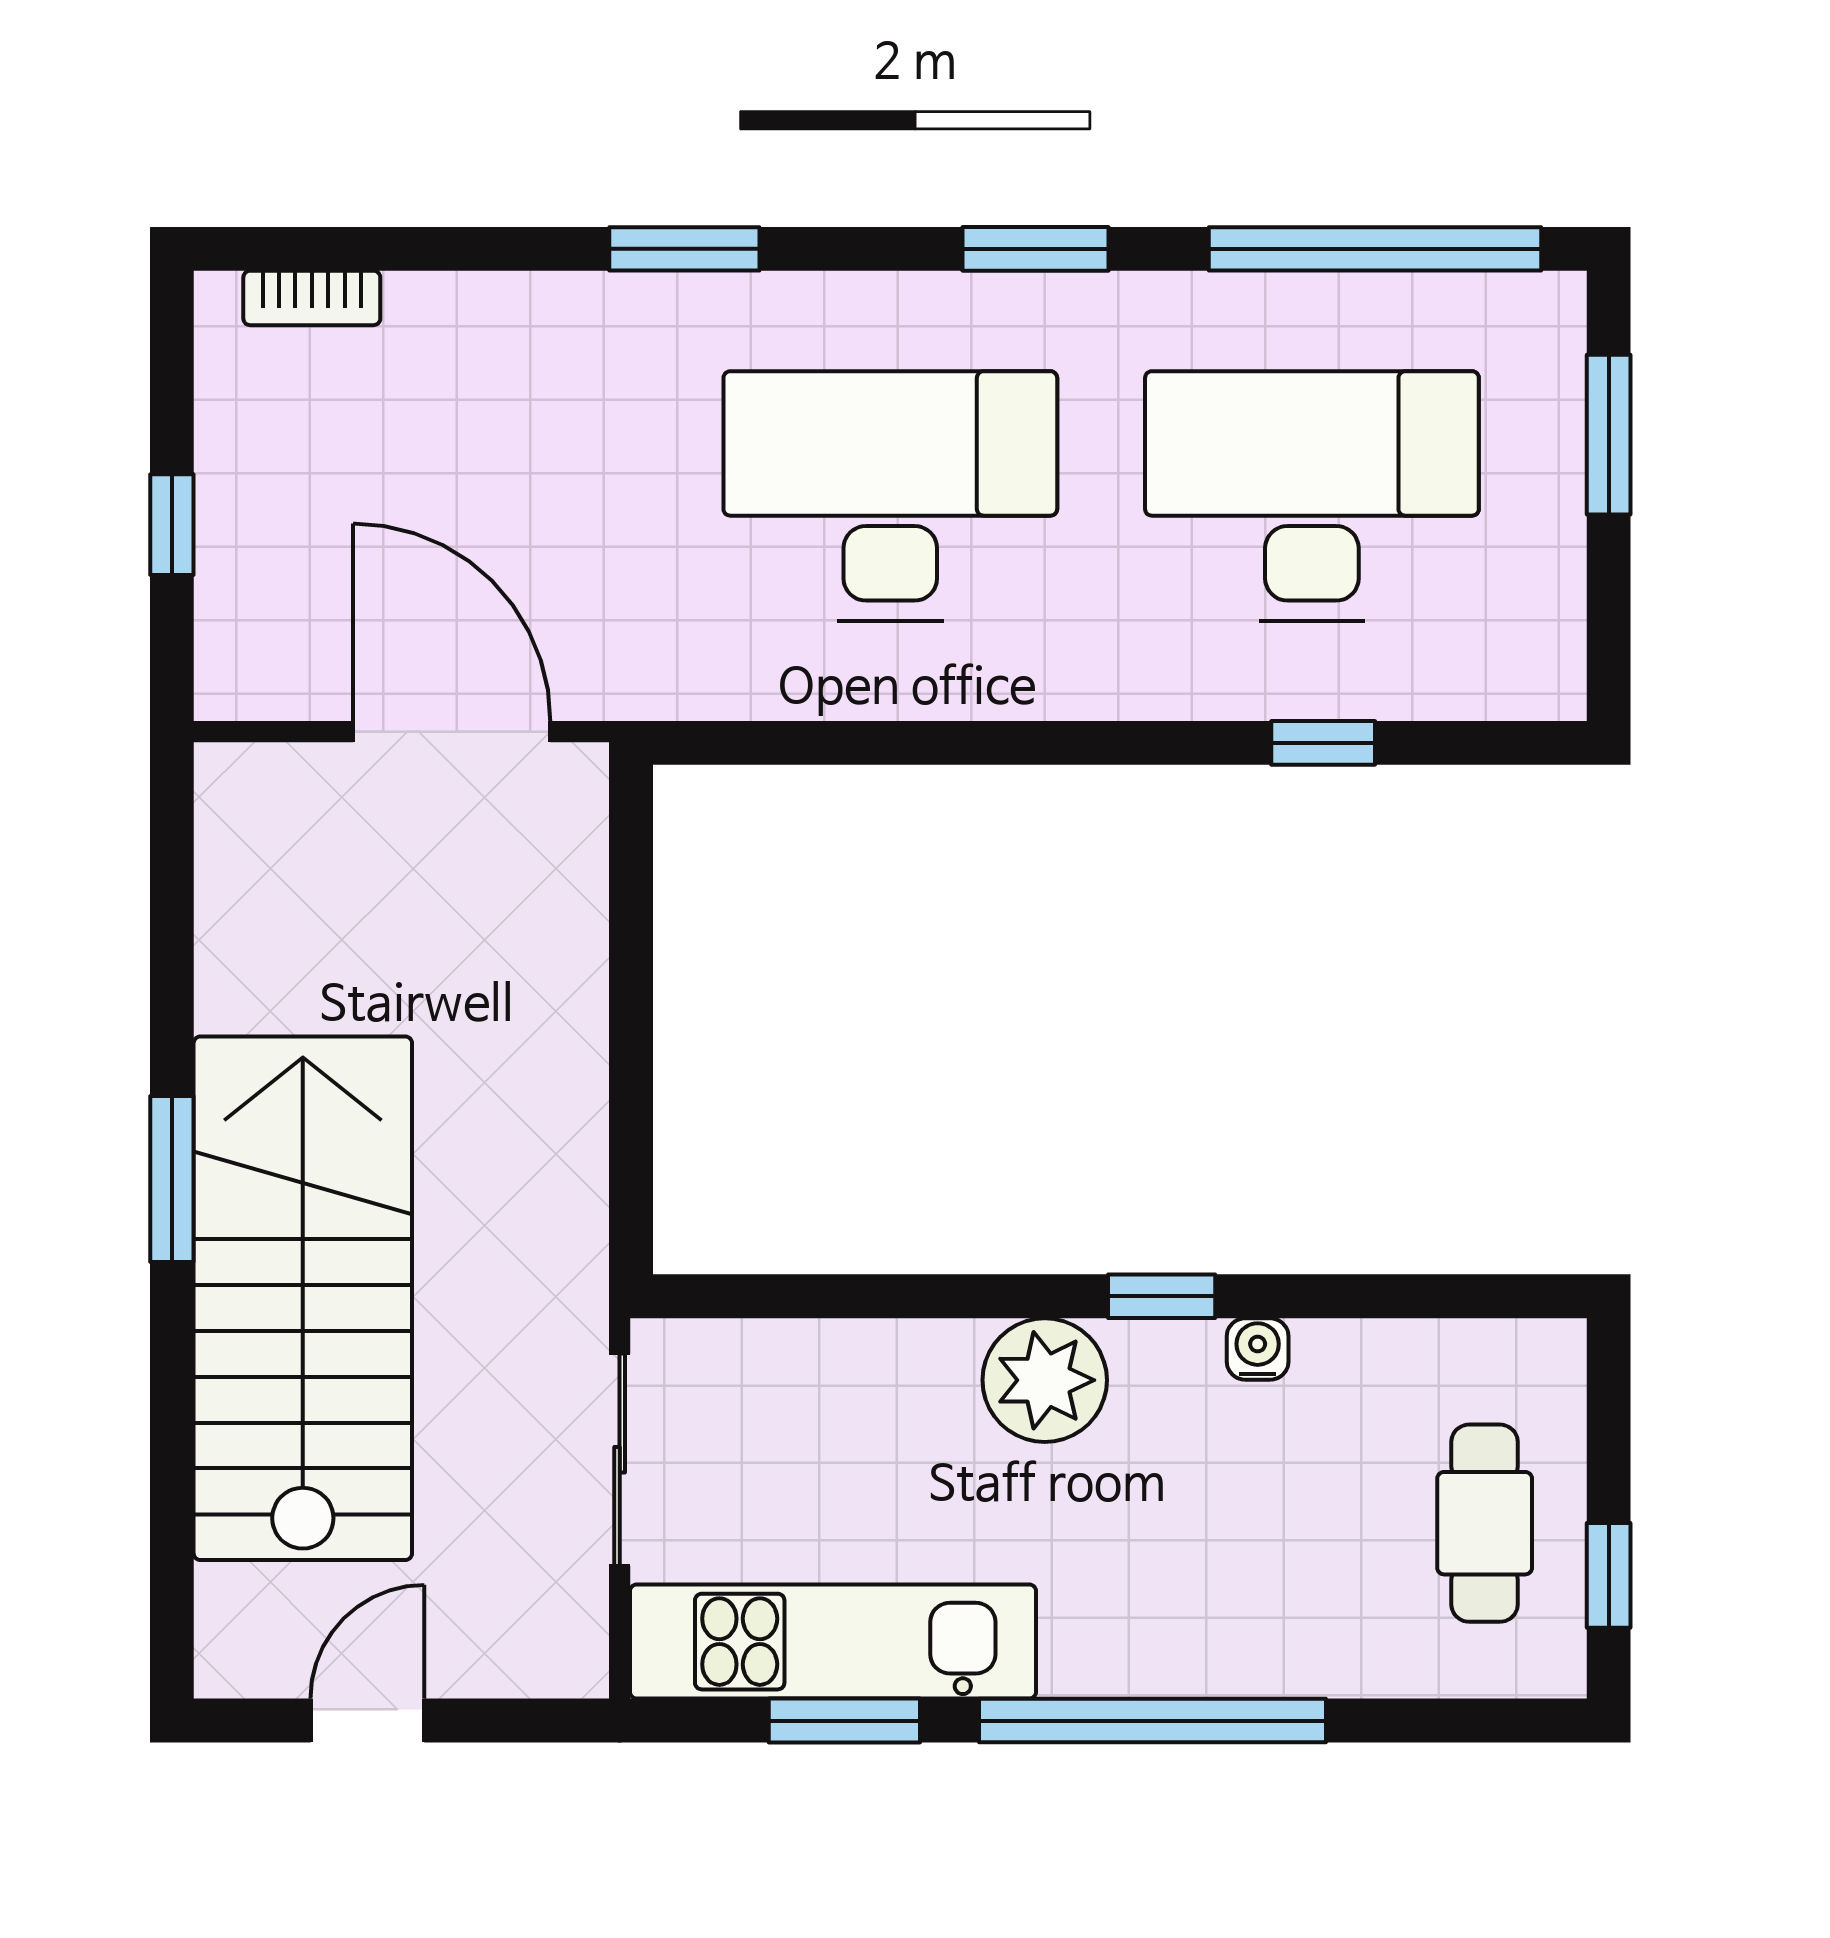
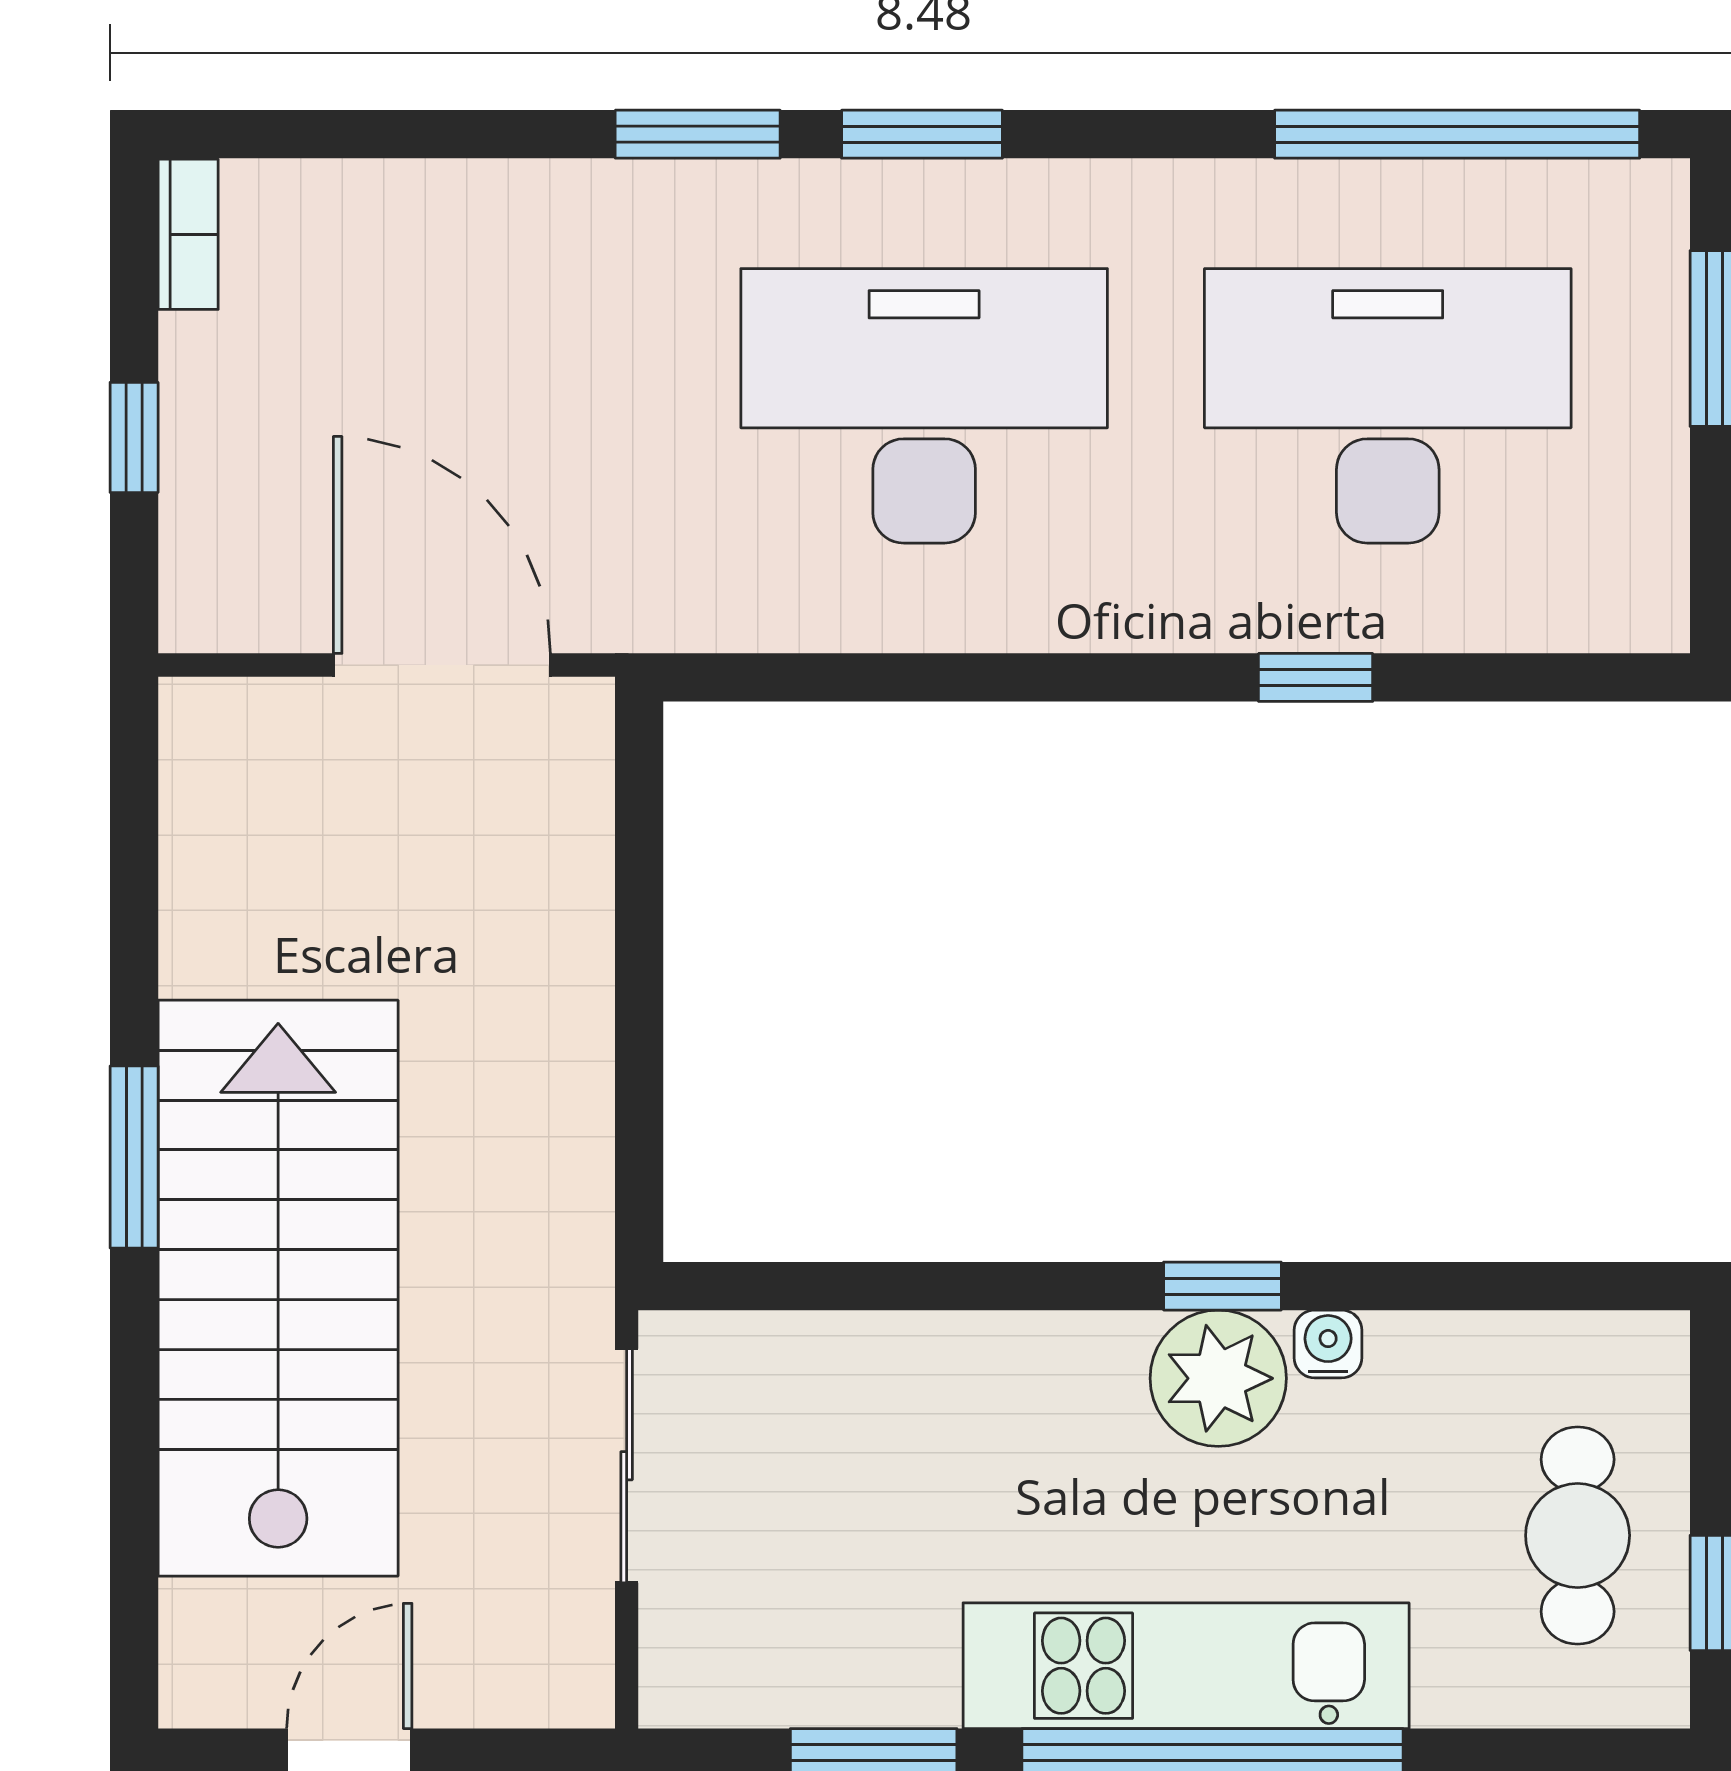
window: (1036, 249) -> (922, 134), moved
bookcase: (312, 298) -> (188, 234), moved, turned -90
window: (1323, 743) -> (1316, 677), moved
plant: (1045, 1380) -> (1218, 1378), moved
kitchen unit: (833, 1642) -> (1186, 1666), moved

